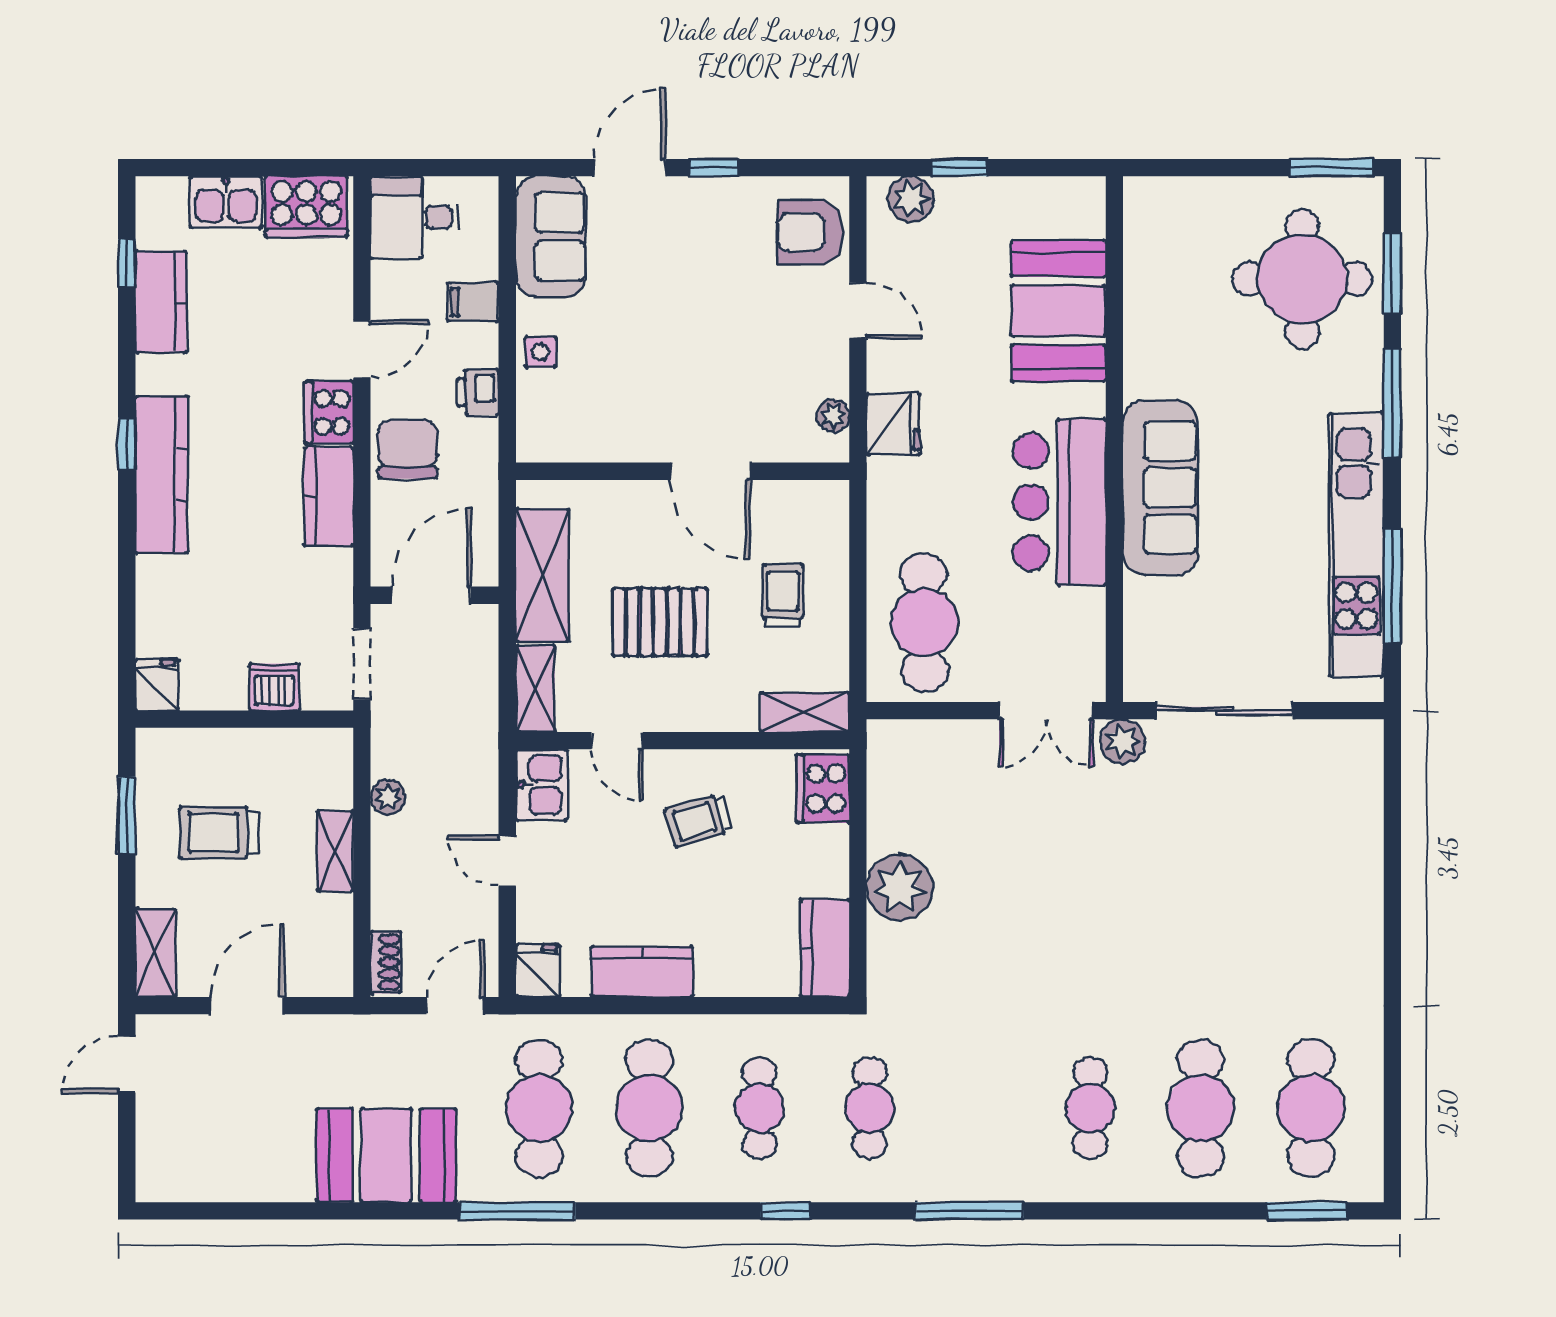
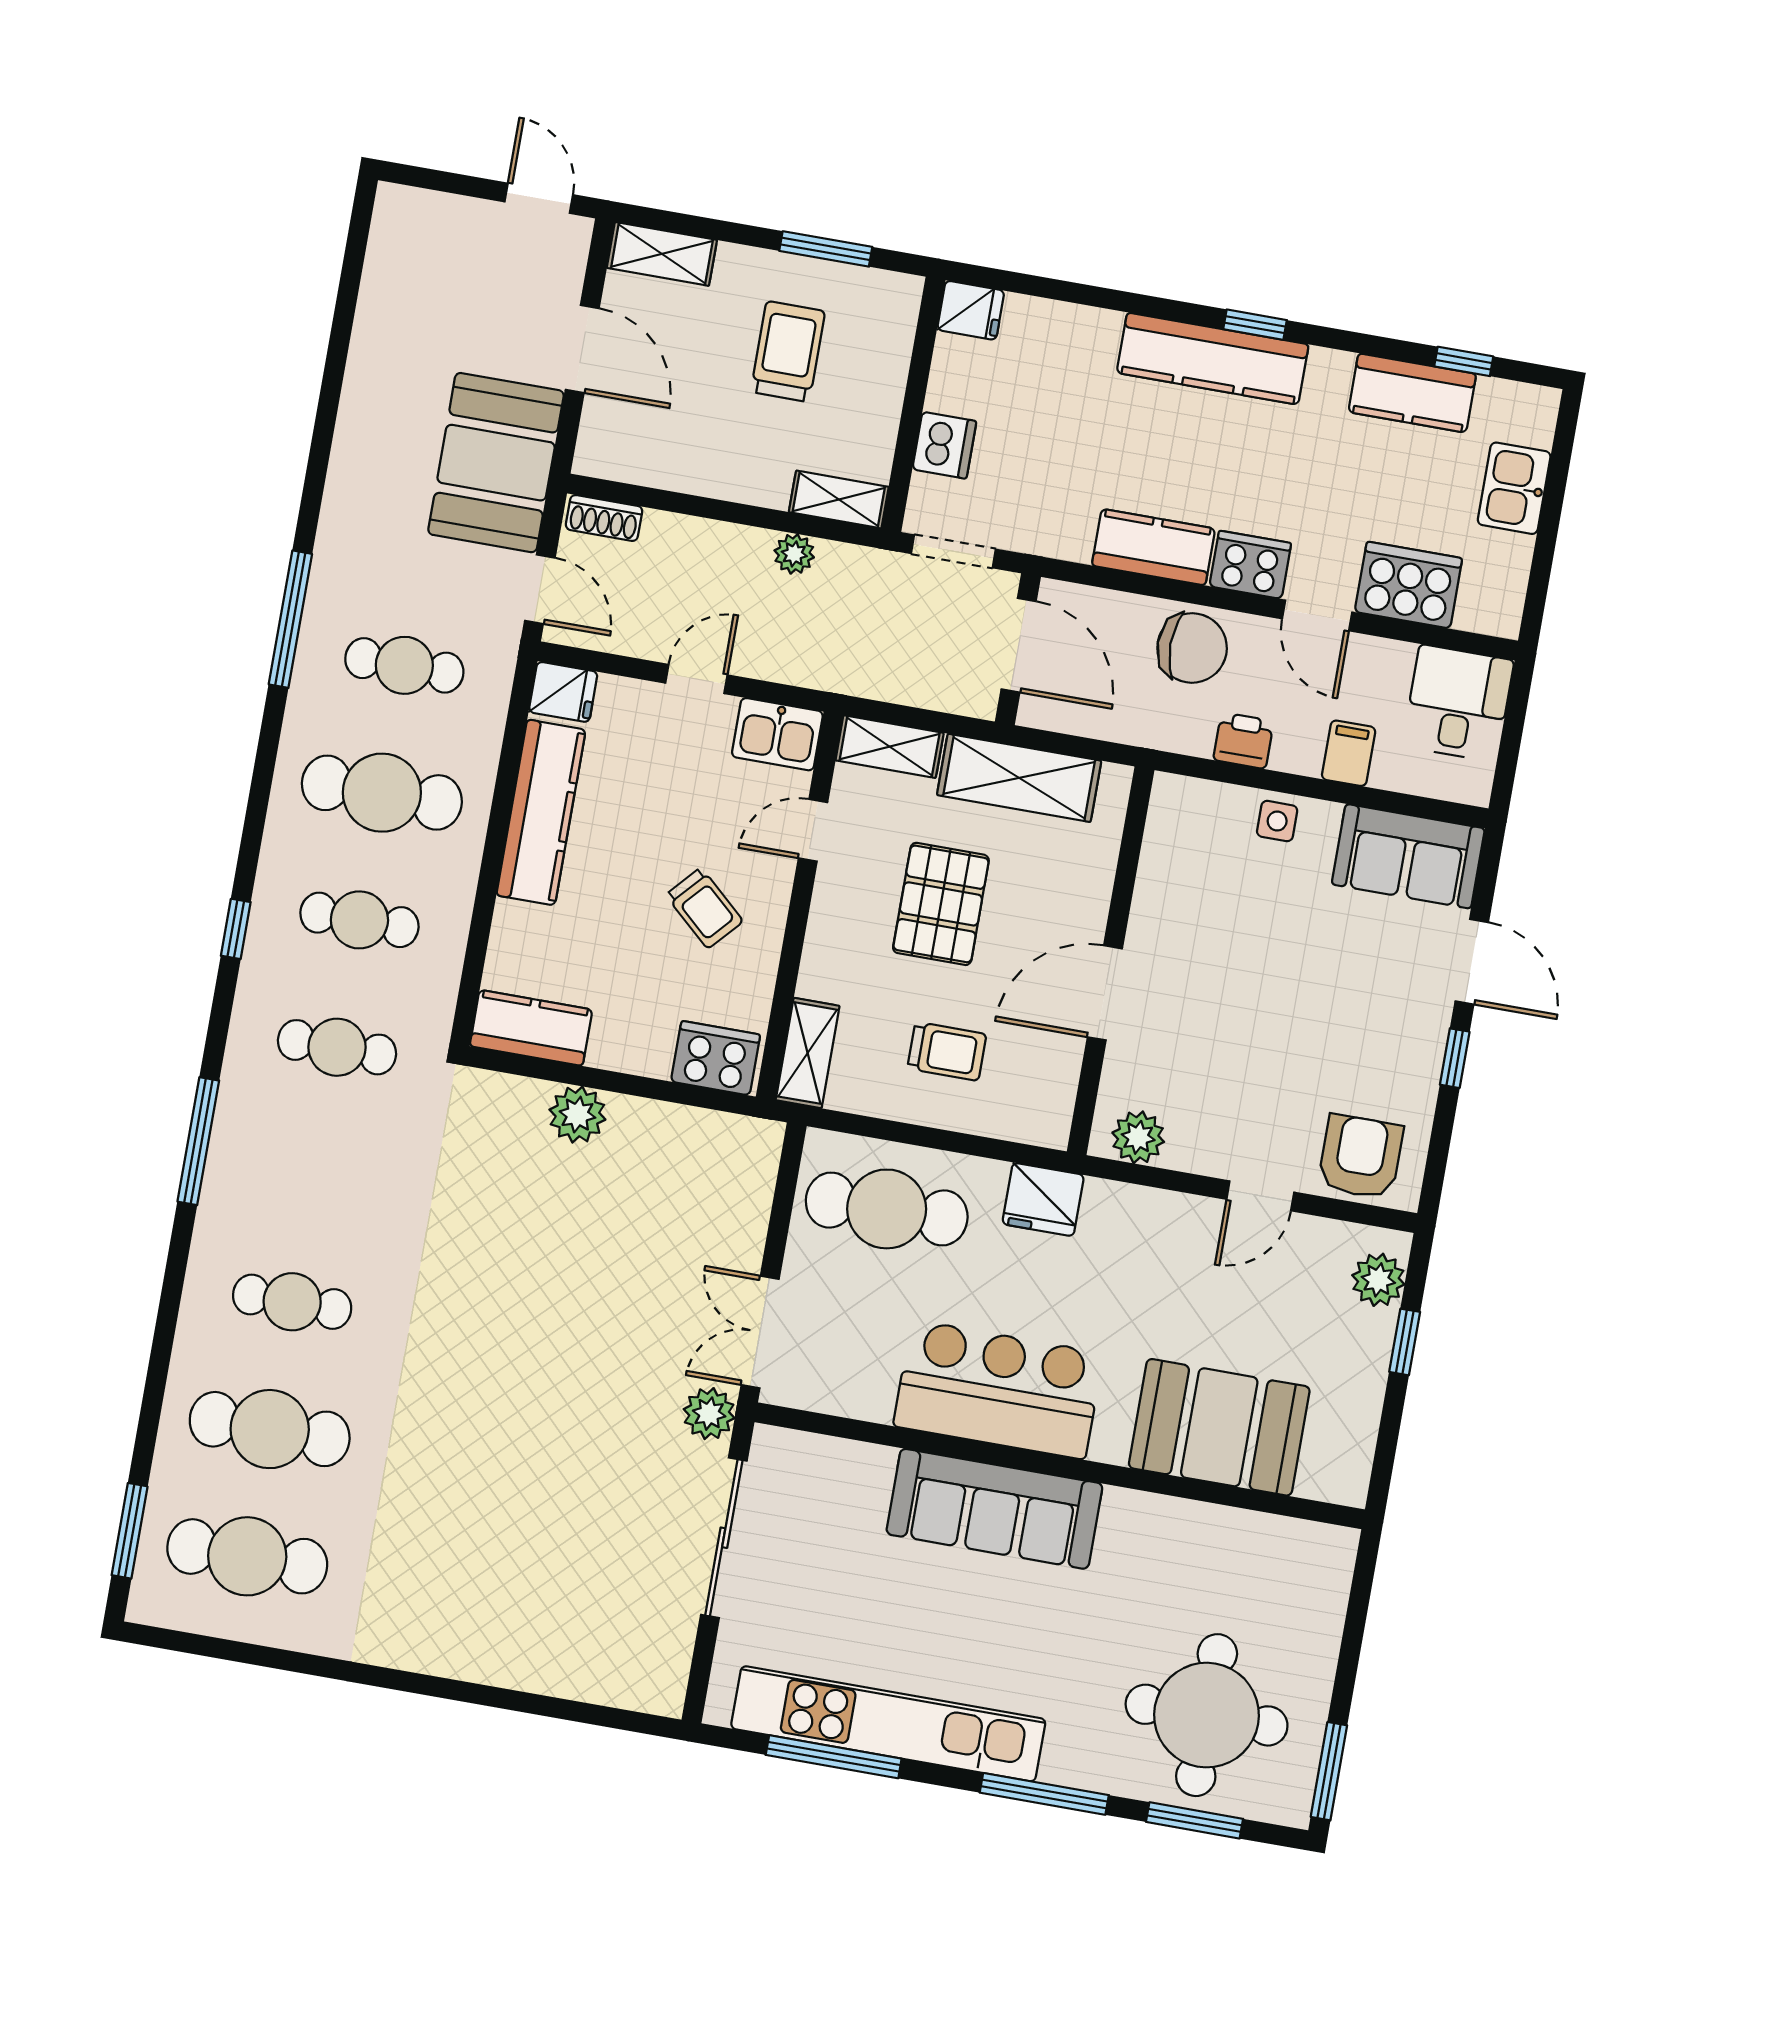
cooker: (306, 207) -> (1408, 585), moved, turned 90
plant: (833, 416) -> (1138, 1137), width x1.38, depth x1.38
fridge: (893, 424) -> (1043, 1199), moved
trolley: (698, 820) -> (704, 908), turned 148
shelving: (335, 851) -> (839, 499), moved
plant: (900, 887) -> (577, 1115), width x0.73, depth x0.73
kitchen counter: (642, 972) -> (541, 812), width x1.50
cafe table: (539, 1108) -> (404, 665), width x0.73, depth x0.74
booth: (386, 1155) -> (496, 463), moved

